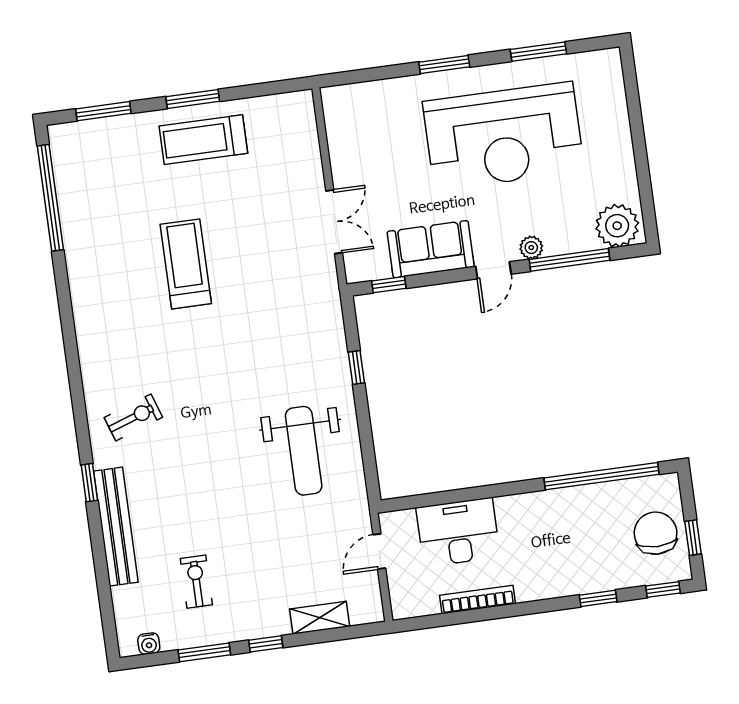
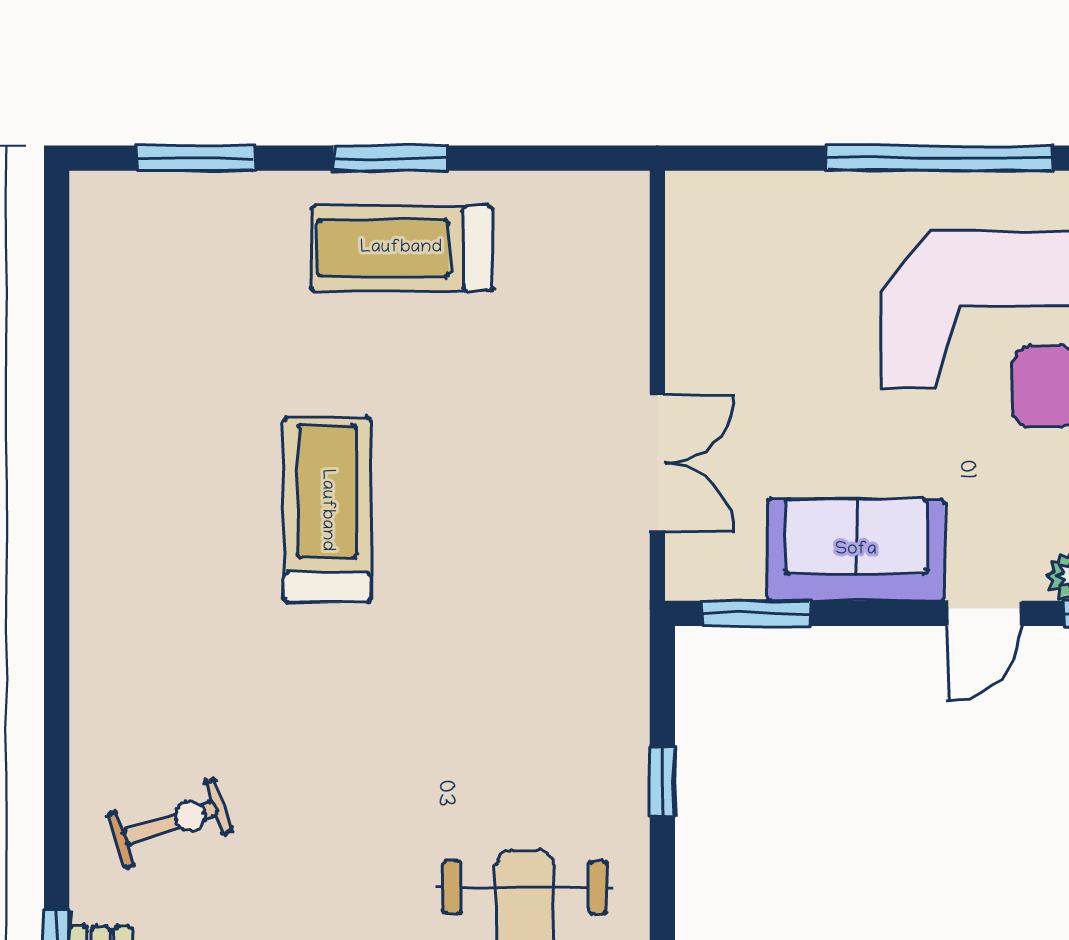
window: (444, 64) -> (940, 158), width x2.11
window: (50, 198) -> (57, 328), removed
window: (389, 285) -> (756, 613), width x1.50

